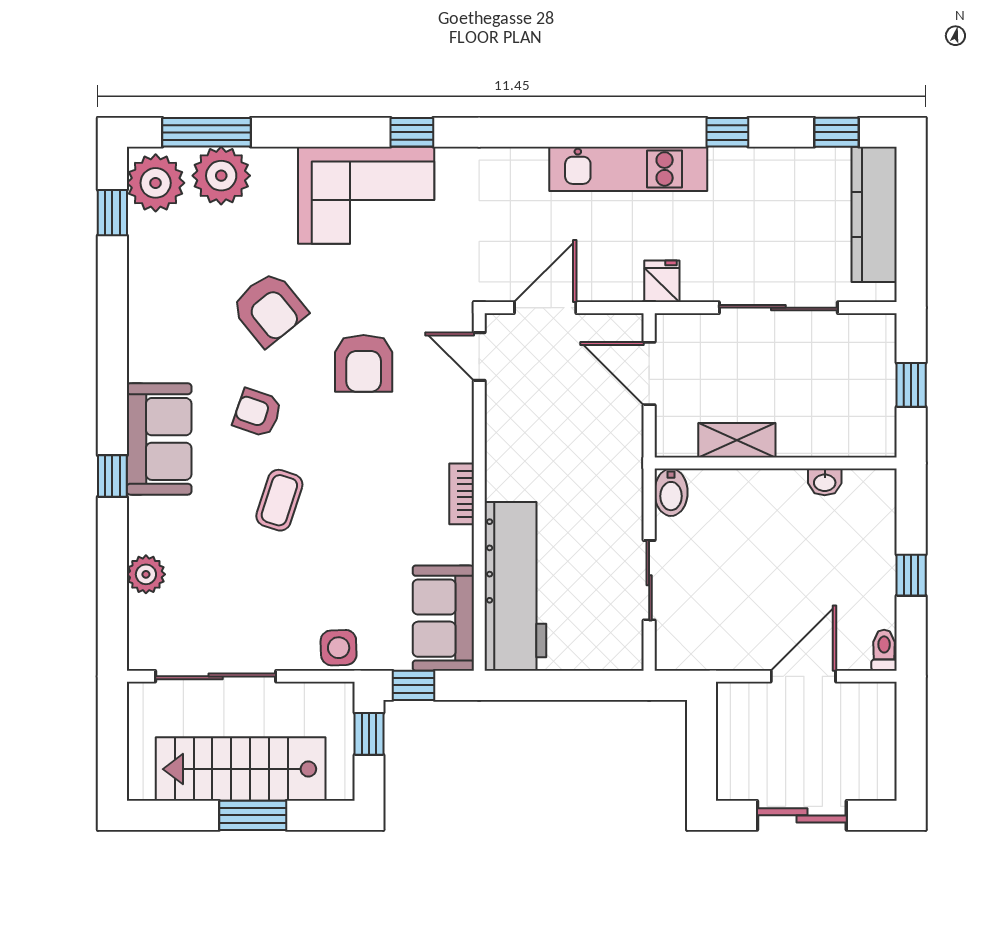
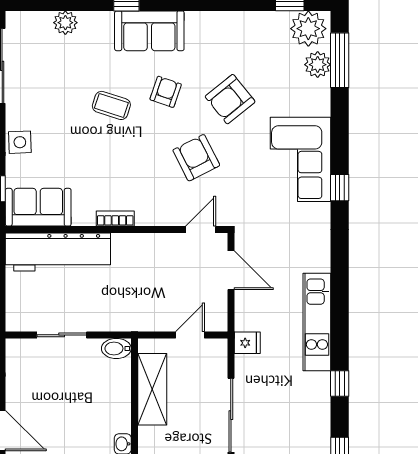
plant: (221, 176) -> (318, 65), width x0.73, depth x0.73
armchair: (364, 363) -> (196, 158), turned 63
door: (649, 374) -> (190, 335), width x0.73
shelving: (737, 440) -> (152, 389), width x1.50, depth x1.33

